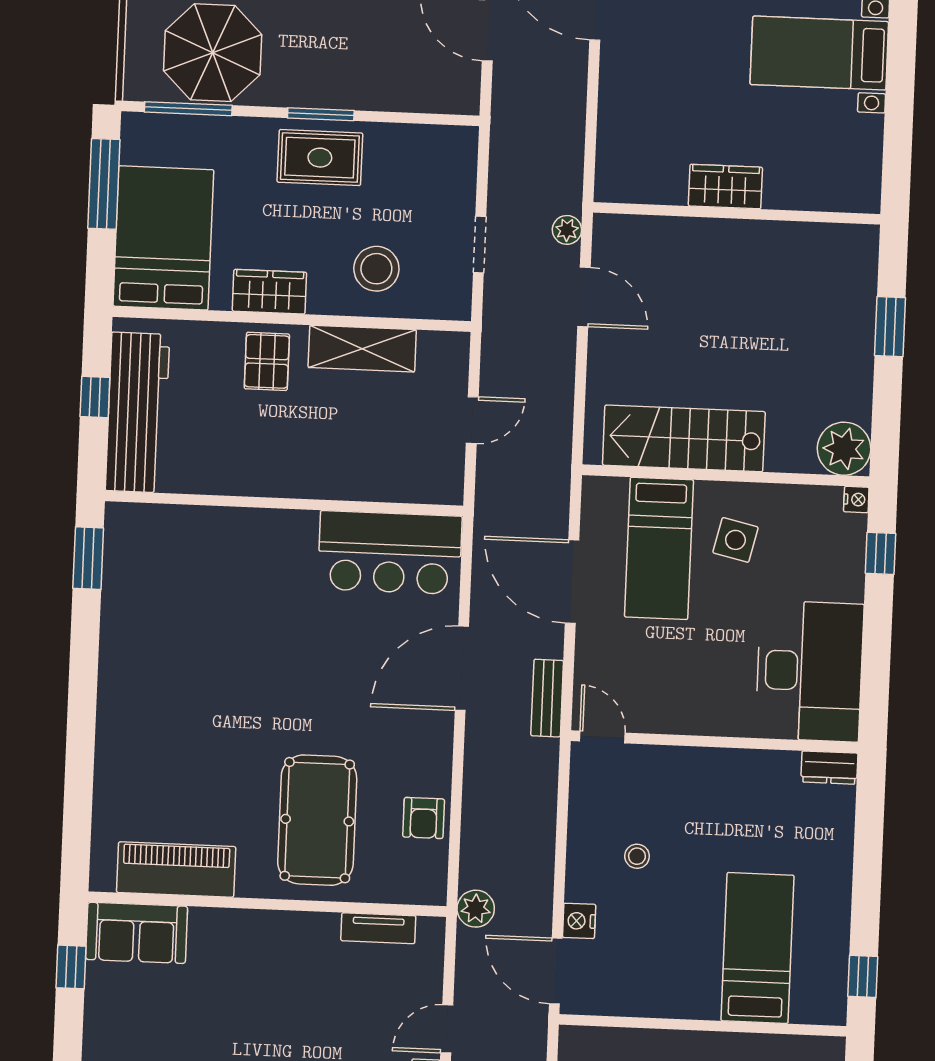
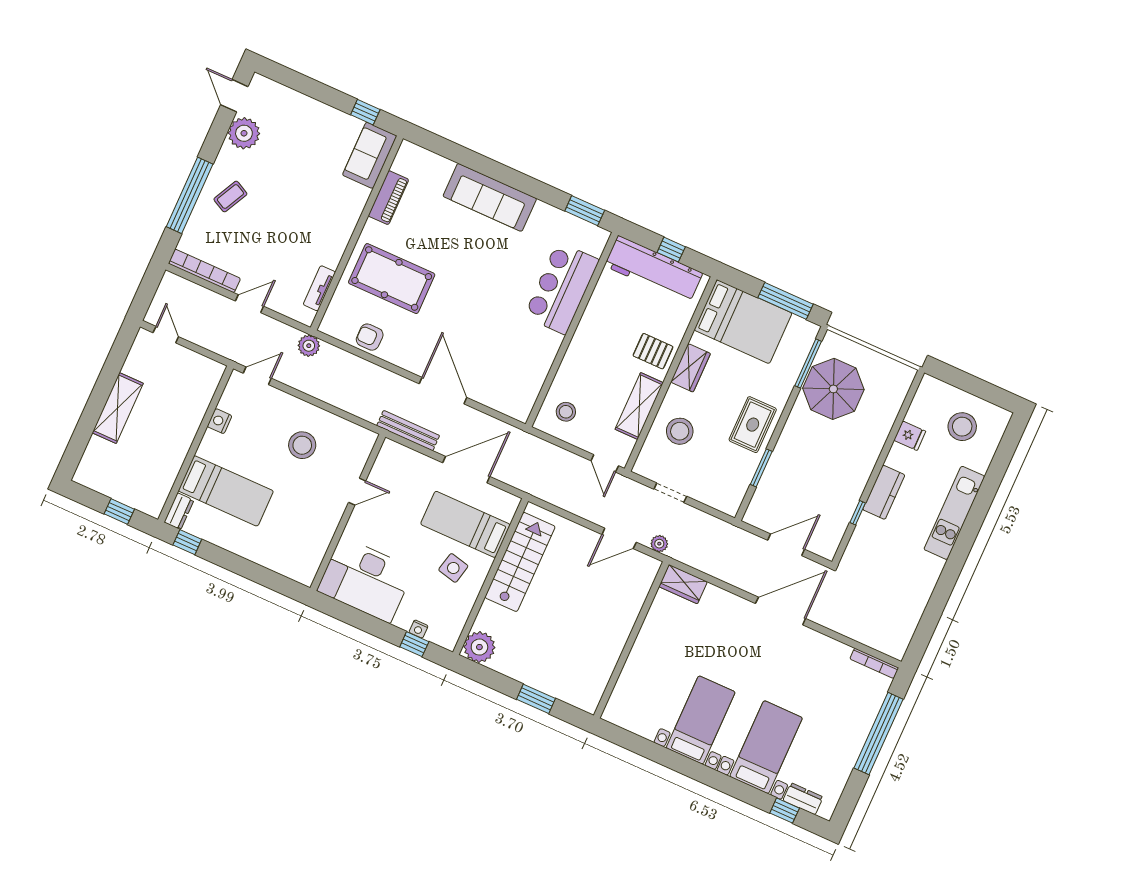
window: (321, 114) -> (761, 468), moved
wardrobe: (725, 187) -> (683, 584), moved, turned 90
door: (472, 420) -> (605, 463), moved
stool: (418, 461) -> (566, 412), added
nightstand: (856, 499) -> (418, 629), moved
bar counter: (390, 553) -> (562, 288), moved
bench: (547, 698) -> (408, 431), width x1.36
sofa: (127, 716) -> (490, 197), added
door: (602, 737) -> (357, 492), moved
dresser: (829, 768) -> (179, 511), moved, turned 180
stool: (637, 856) -> (302, 445), width x1.89, depth x1.89
piano: (176, 870) -> (388, 198), width x0.73, depth x0.75
nightstand: (579, 921) -> (220, 421), moved, turned -90
door: (556, 971) -> (257, 376), width x0.73
door: (447, 1029) -> (249, 304), hinge flipped

